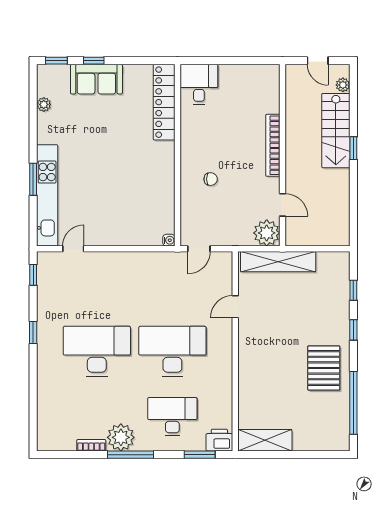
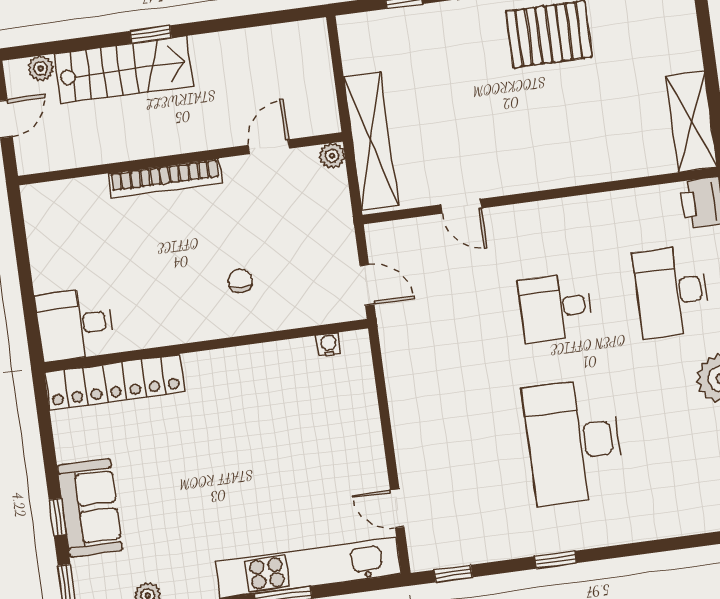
plant: (267, 233) -> (332, 156), width x0.53, depth x0.53
water cooler: (169, 240) -> (328, 345), moved
desk: (172, 351) -> (556, 307), width x0.53, depth x0.77

